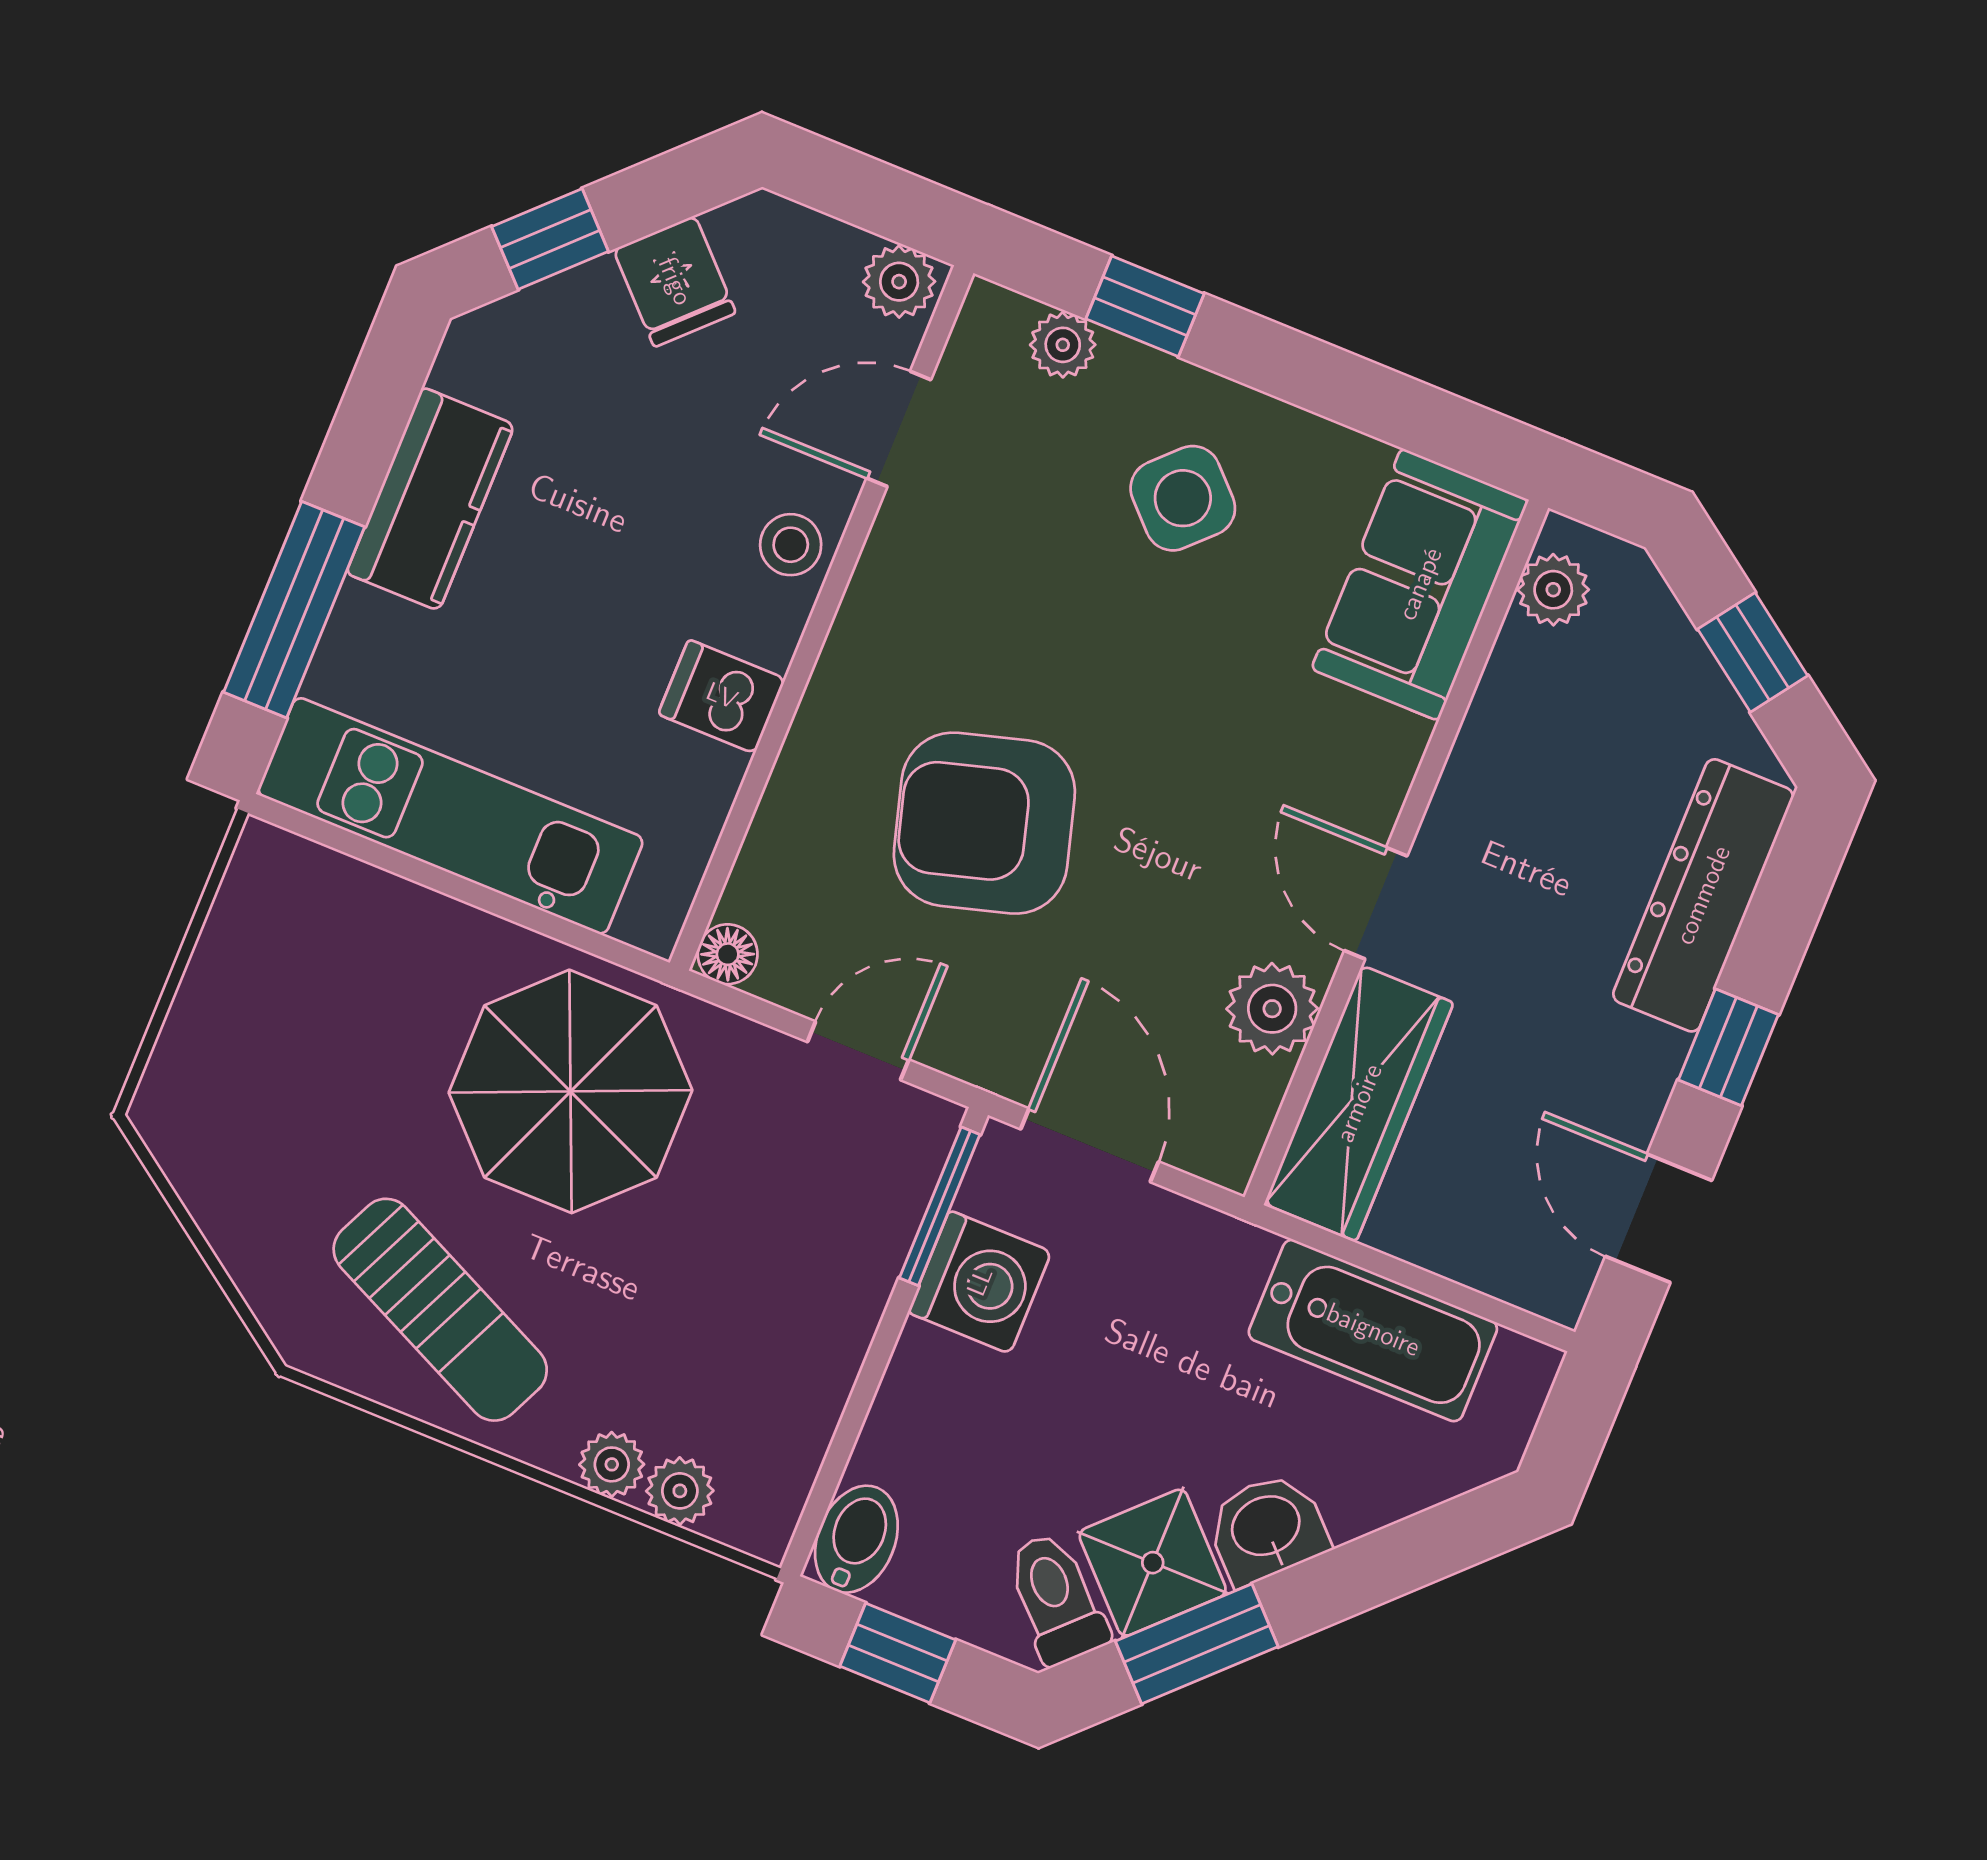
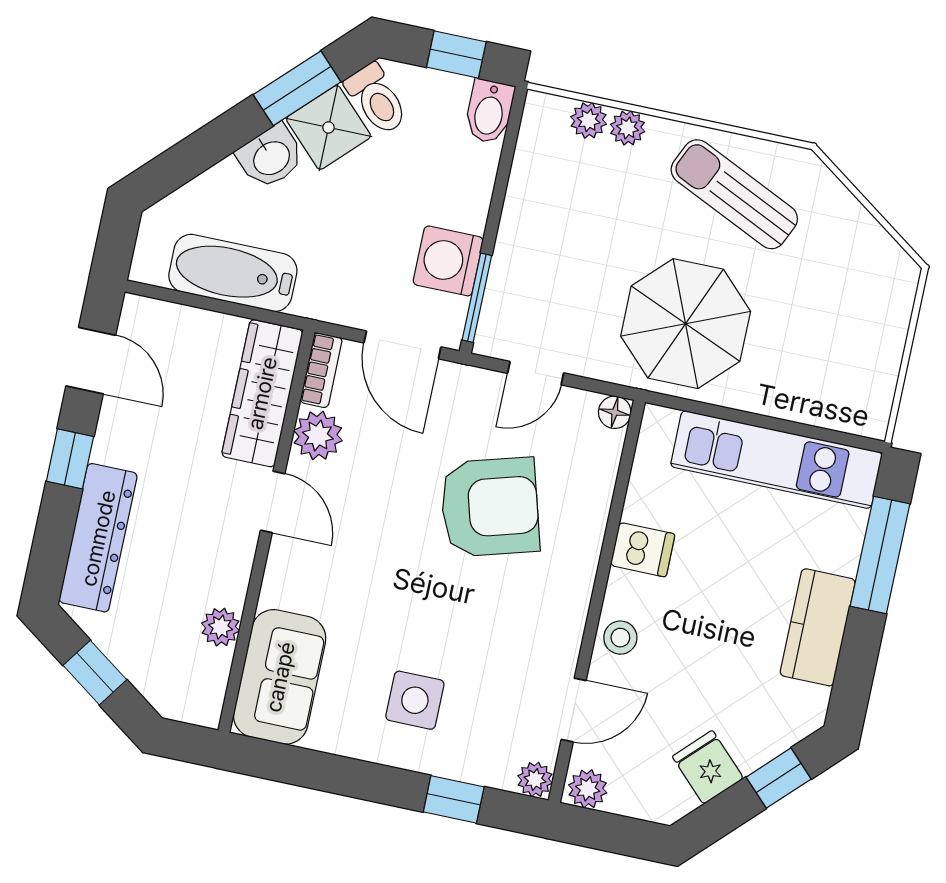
plant: (1063, 345) -> (535, 780), moved
side table: (1183, 498) -> (415, 700), turned 45
plant: (1553, 590) -> (220, 627), moved
bookcase: (1245, 1126) -> (321, 370), added

